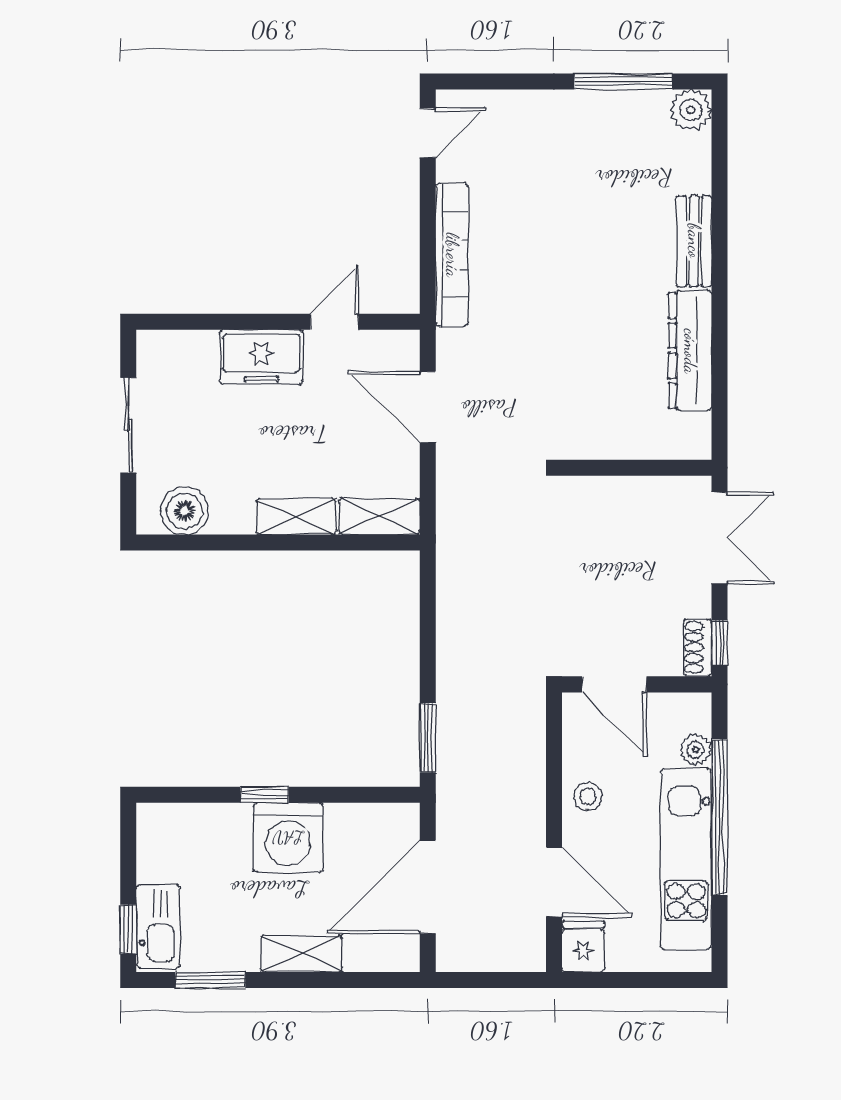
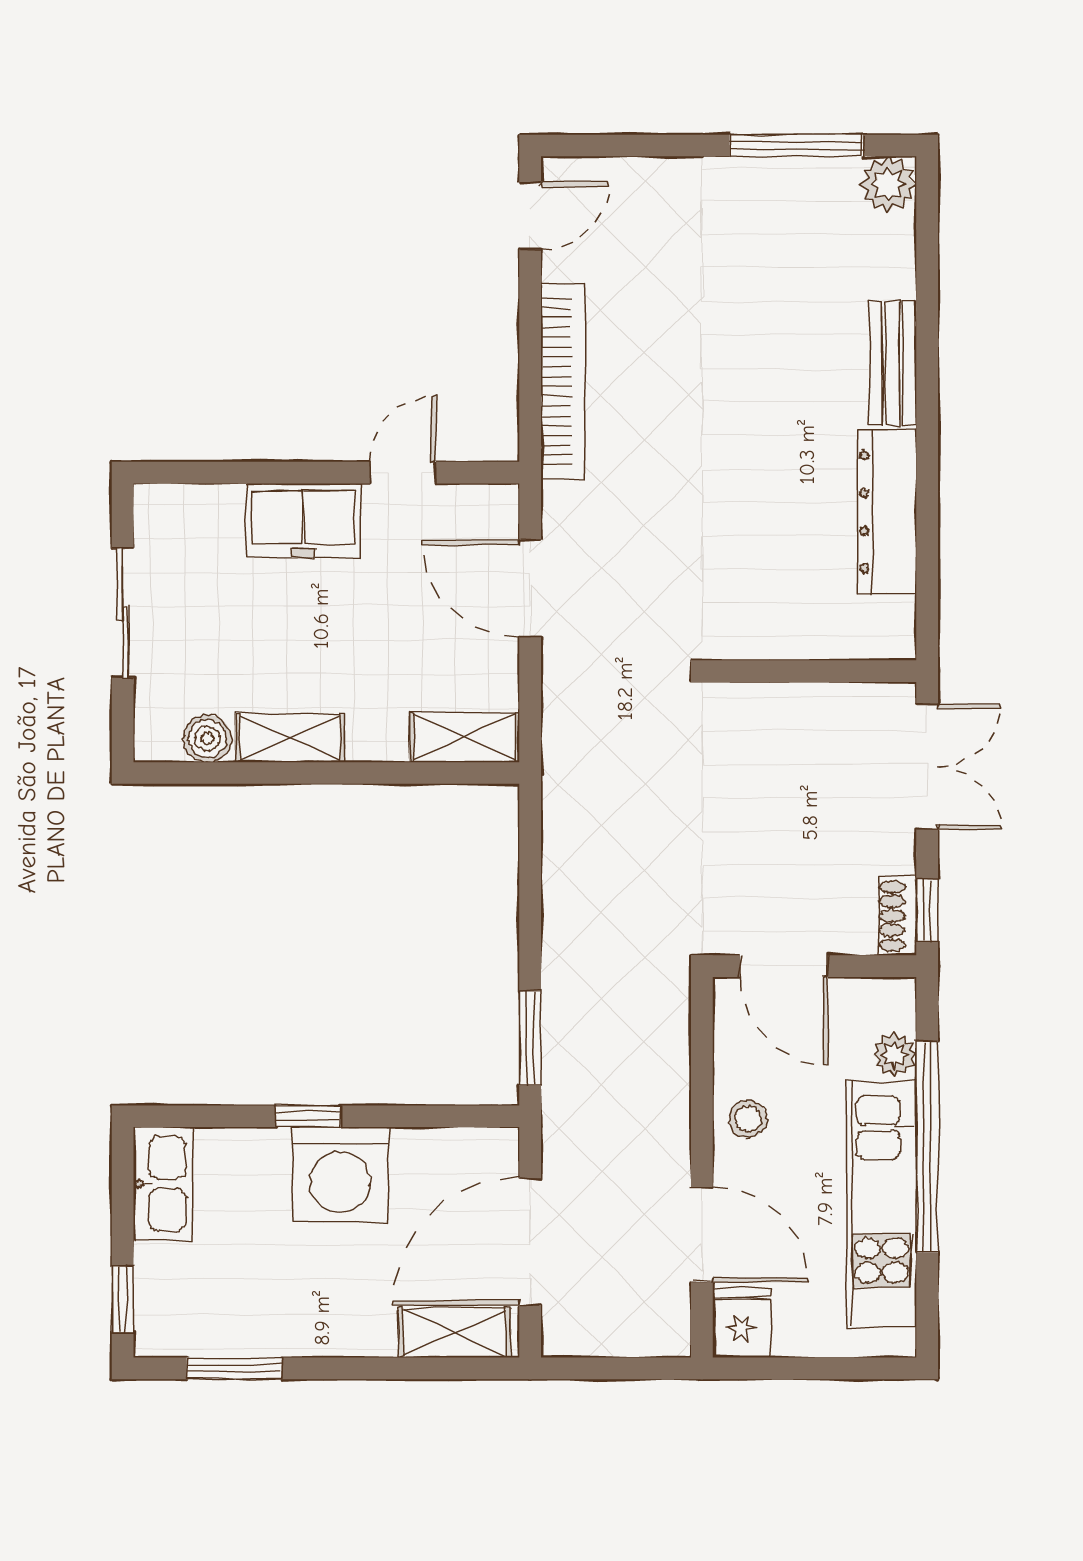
boiler: (184, 511) -> (207, 739), width x0.73, depth x0.73
shelving: (296, 517) -> (290, 738), moved
kitchen sink: (158, 926) -> (163, 1184), moved
shelving: (302, 954) -> (455, 1332), moved

